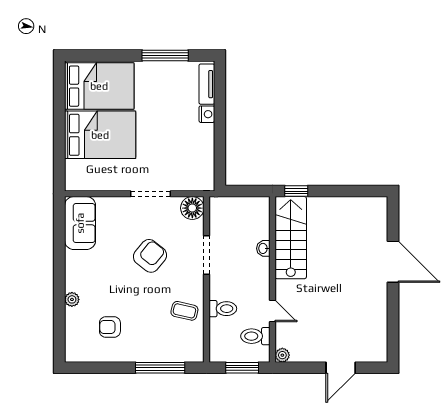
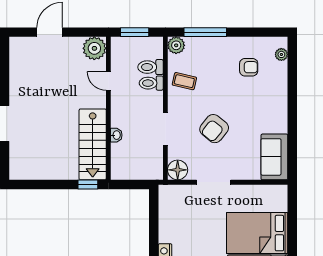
plant: (72, 299) -> (281, 54), moved
toilet: (255, 336) -> (150, 67), moved, turned 180
plant: (194, 352) -> (176, 45), added
plant: (282, 355) -> (94, 48), width x1.88, depth x1.88

